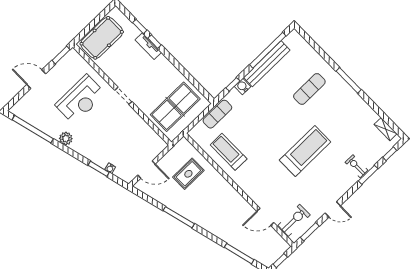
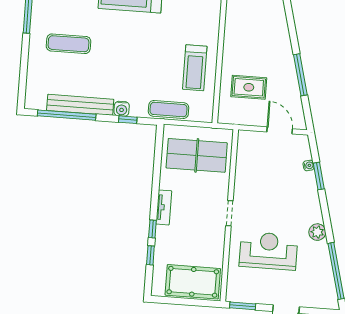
tv unit: (148, 46) -> (164, 207), moved
window: (179, 217) -> (300, 75), moved

